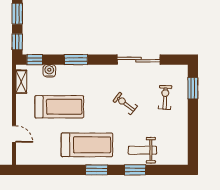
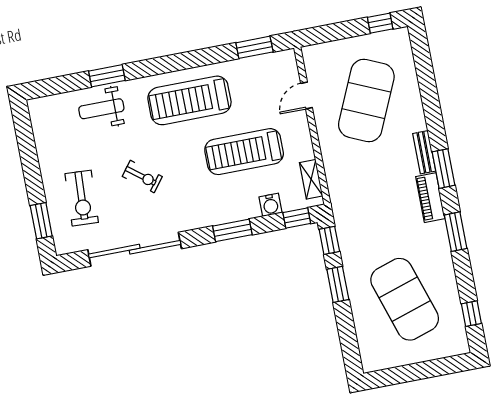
sliding door: (139, 60) -> (135, 249), width x1.36
exercise bike: (165, 97) -> (82, 198), width x1.38, depth x1.39
door: (14, 134) -> (306, 95), hinge flipped
weight bench: (142, 150) -> (101, 109), turned 180
window: (97, 170) -> (254, 47), moved

